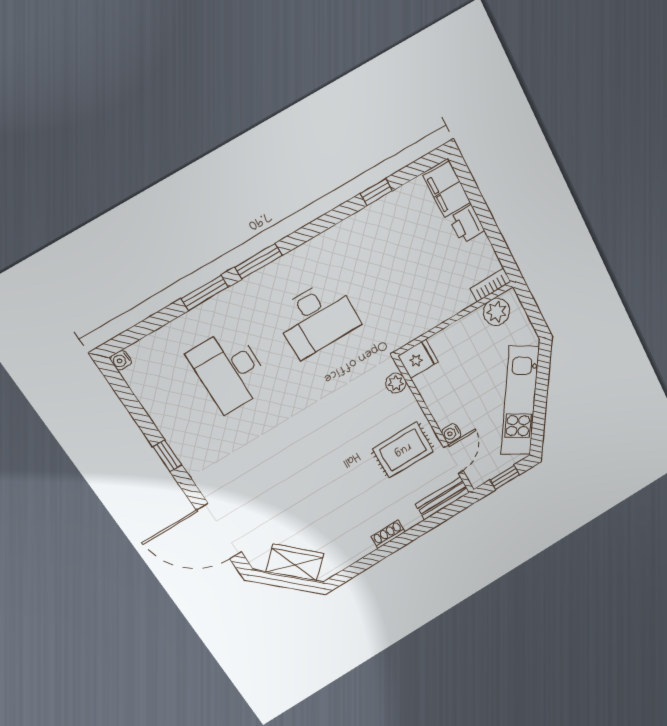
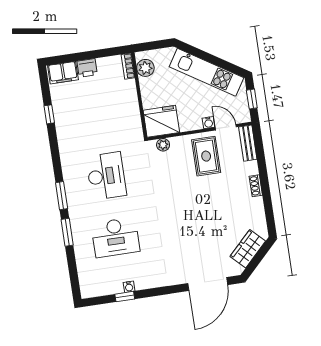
fridge: (418, 359) -> (161, 121), width x1.88, depth x1.34
water cooler: (121, 360) -> (129, 287), moved
window: (167, 456) -> (125, 297), moved

